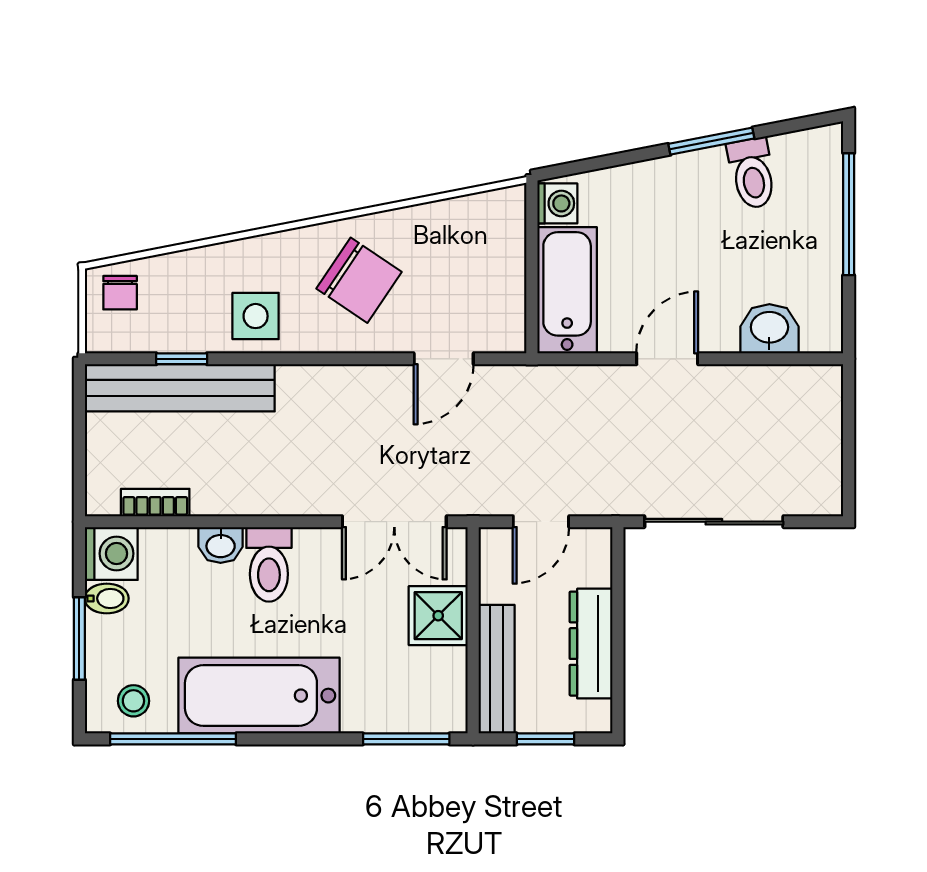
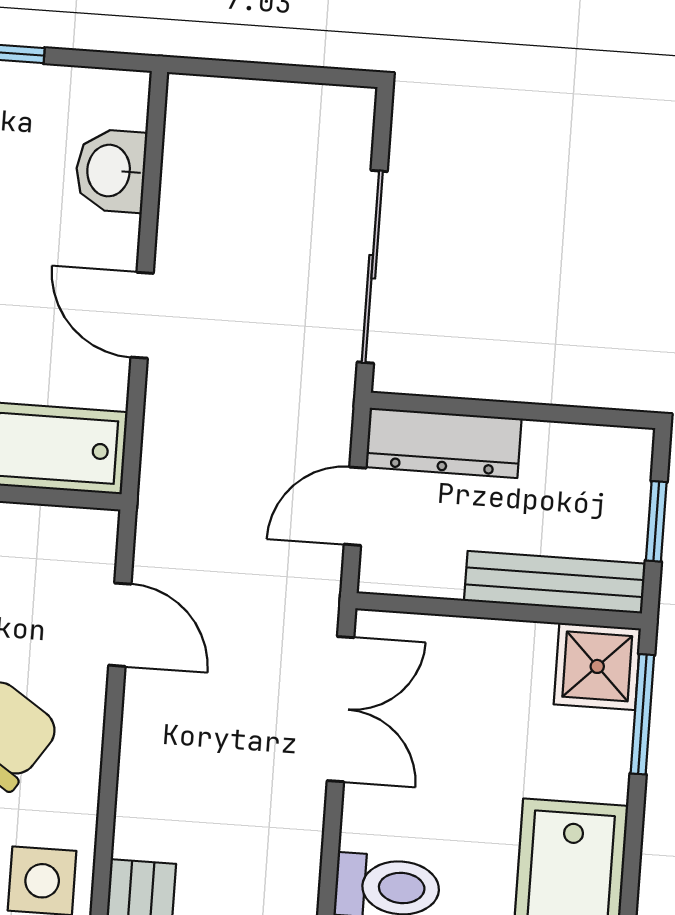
door: (541, 522) -> (355, 506), swing flipped
shower: (438, 616) -> (597, 666), moved
dresser: (591, 644) -> (444, 443), moved

